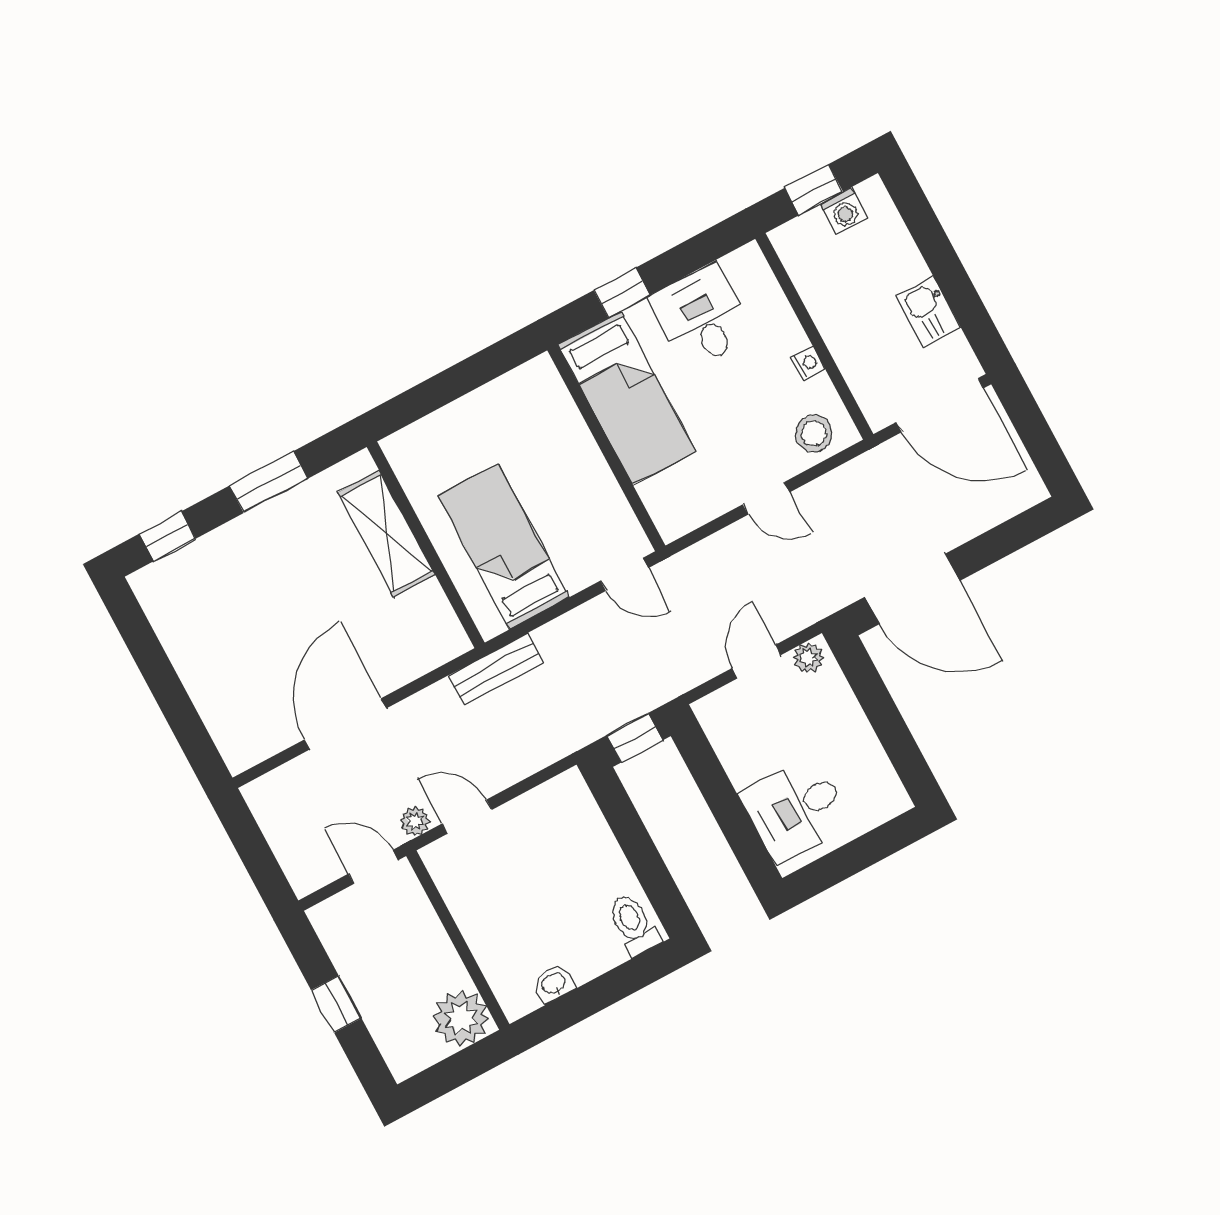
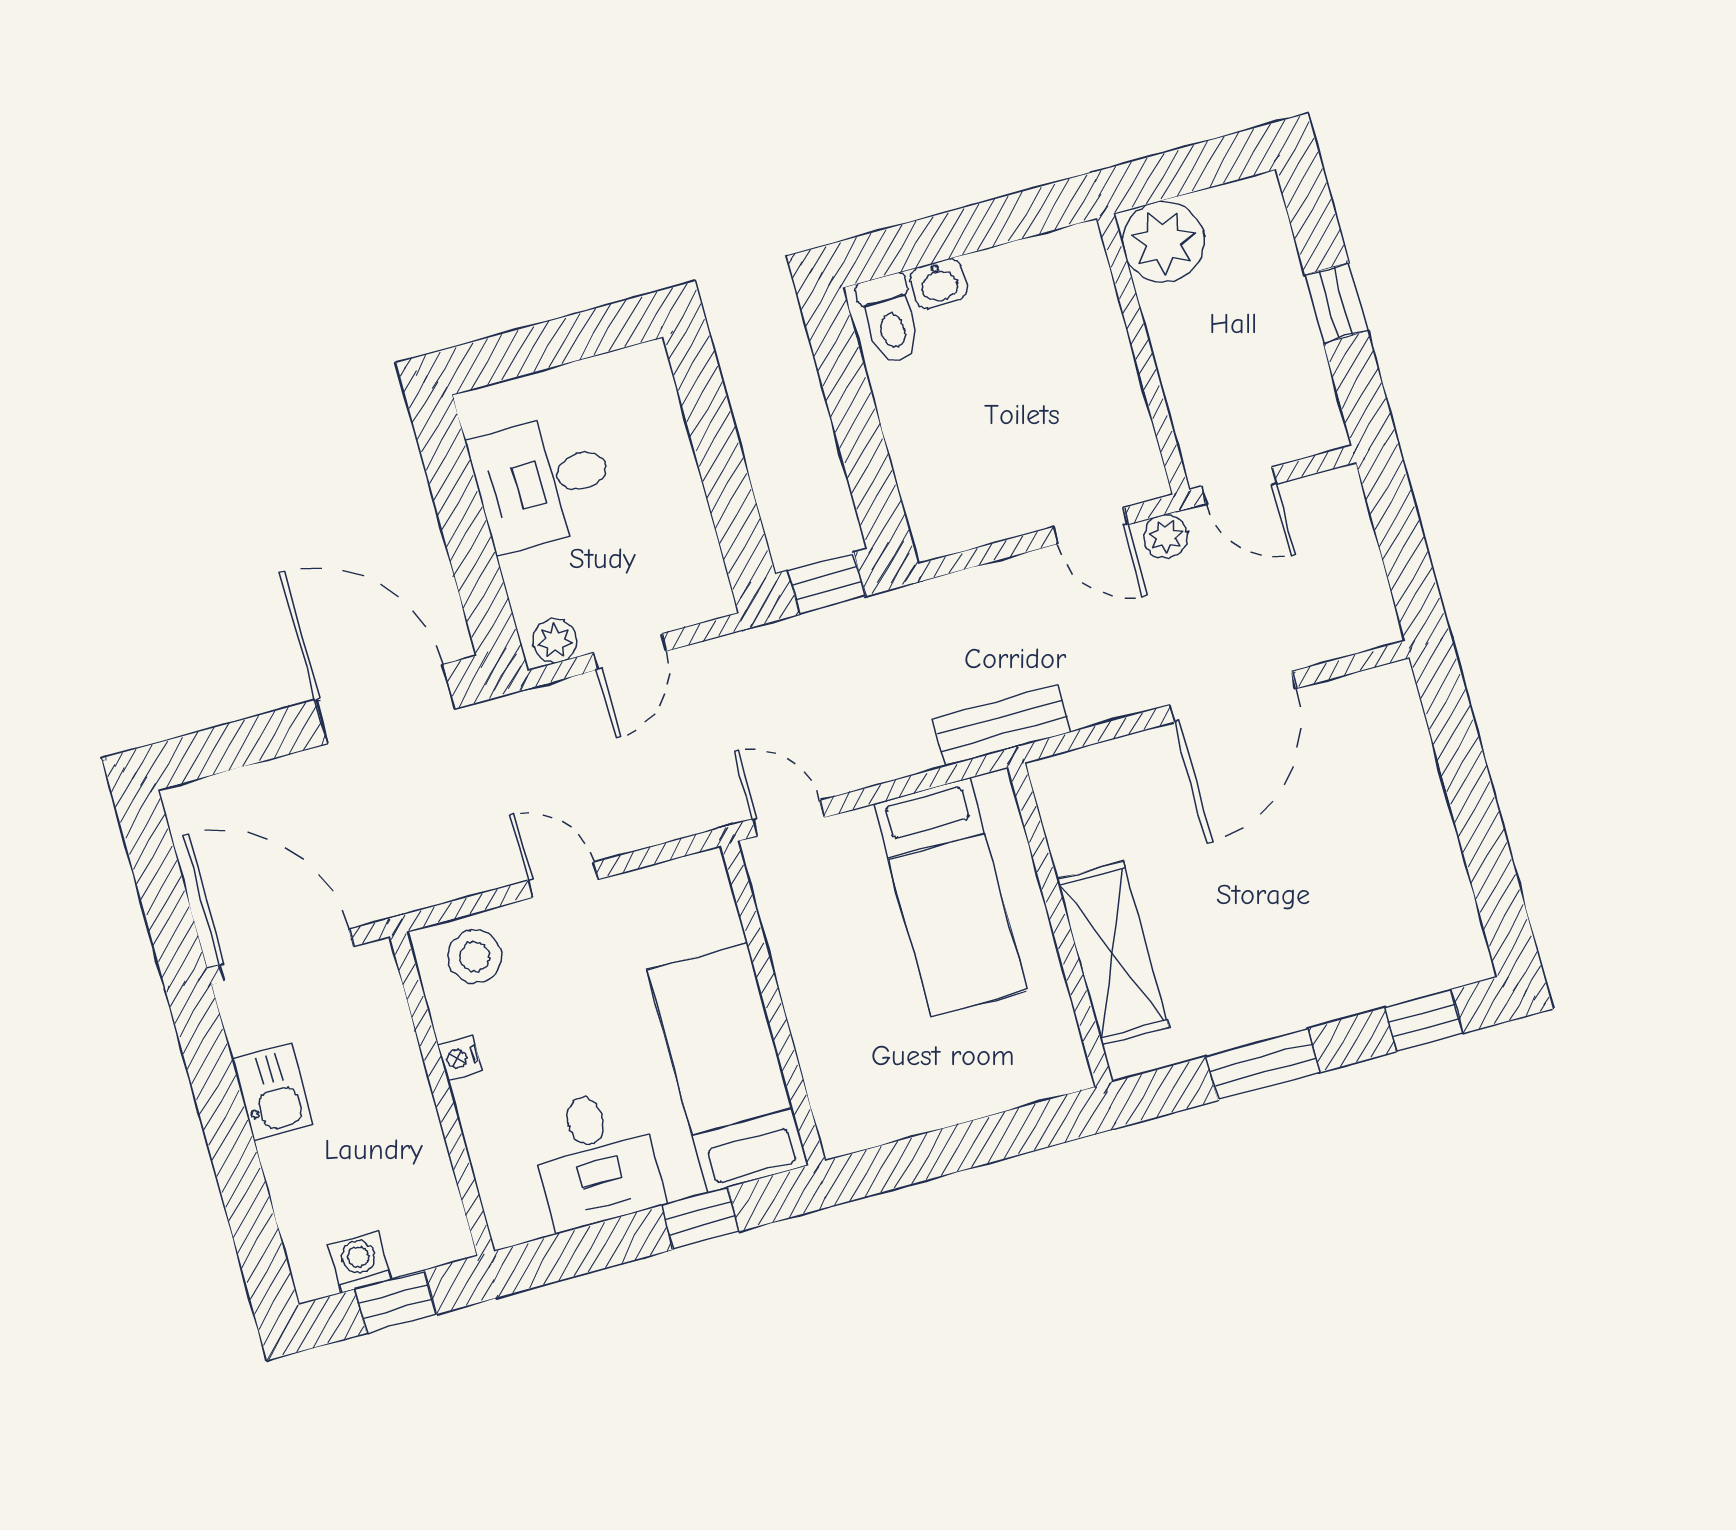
desk: (796, 809) -> (543, 481), moved, turned 180
washbasin: (554, 984) -> (939, 283), moved

